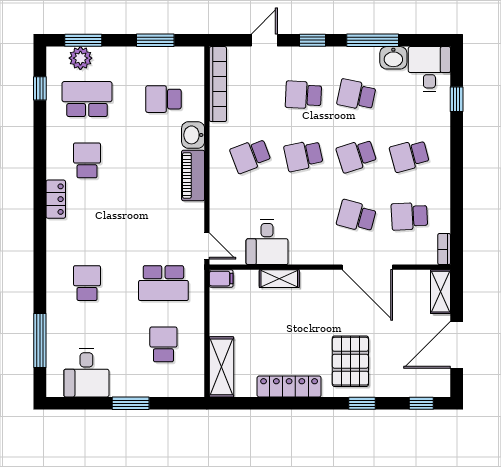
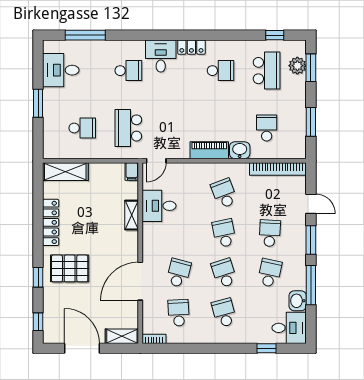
window: (312, 40) -> (311, 240), width x1.50
desk: (68, 240) -> (161, 56), added

